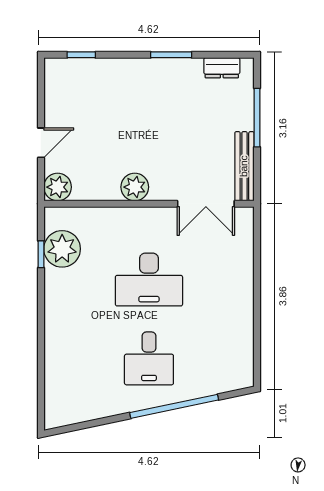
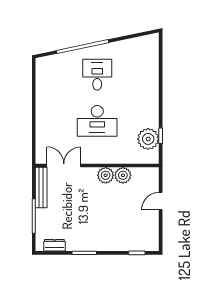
plant: (58, 187) -> (123, 175), moved
desk: (149, 280) -> (97, 121), turned 180

